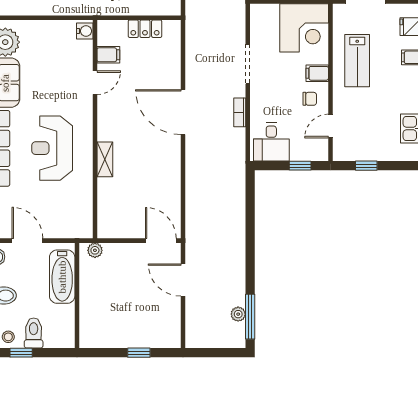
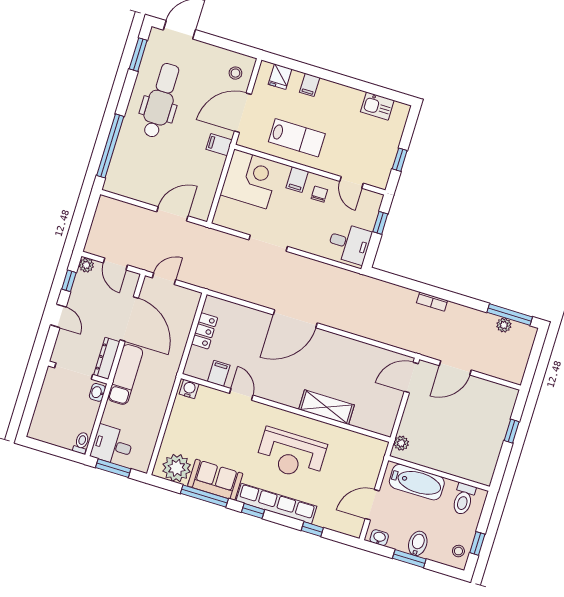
bookcase: (240, 112) -> (432, 302), moved
shelving: (105, 159) -> (327, 407), width x1.50, depth x1.33
toilet: (34, 333) -> (463, 499), moved, turned -90

